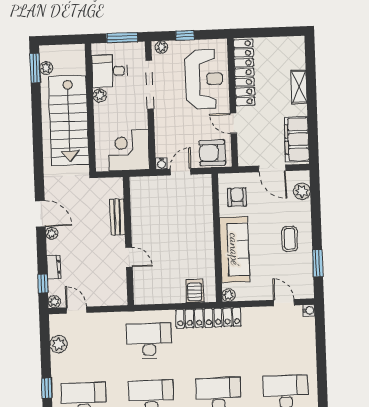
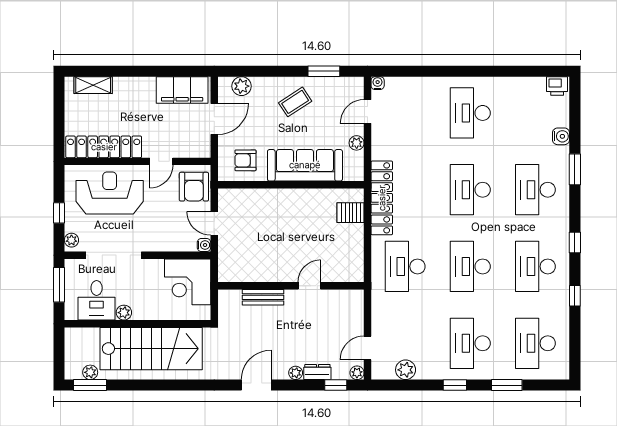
shelving: (299, 87) -> (93, 85), moved
plant: (52, 233) -> (296, 373), moved
coffee table: (290, 239) -> (295, 102), turned -33
plant: (229, 295) -> (357, 143), moved

